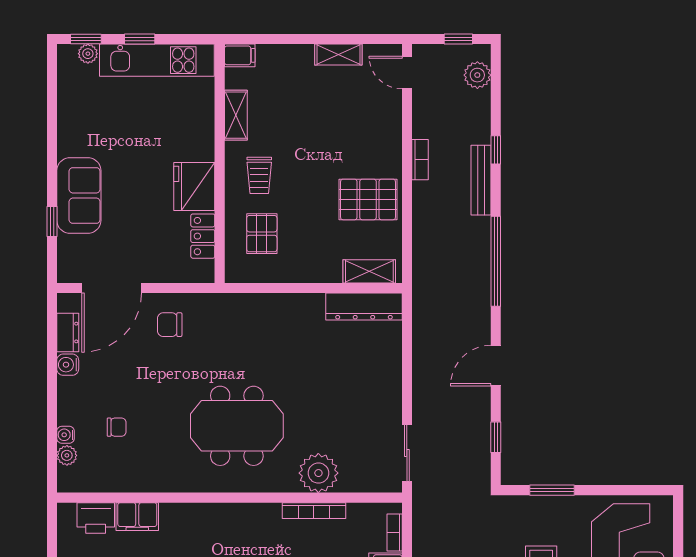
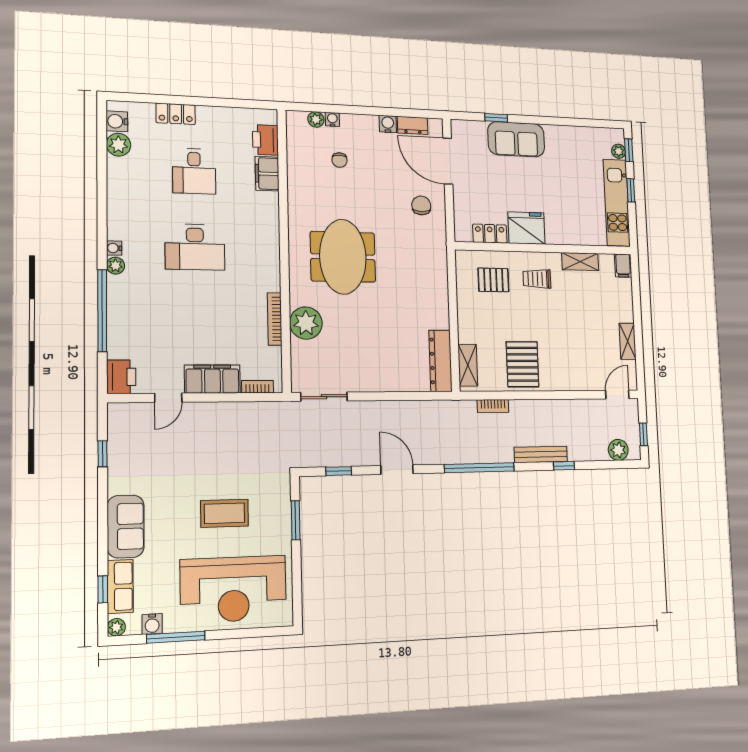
bookcase: (420, 160) -> (493, 406), moved

